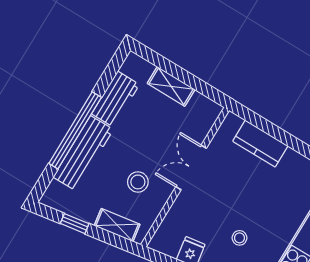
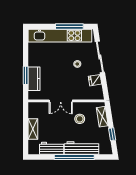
window: (276, 132) -> (26, 75), added

